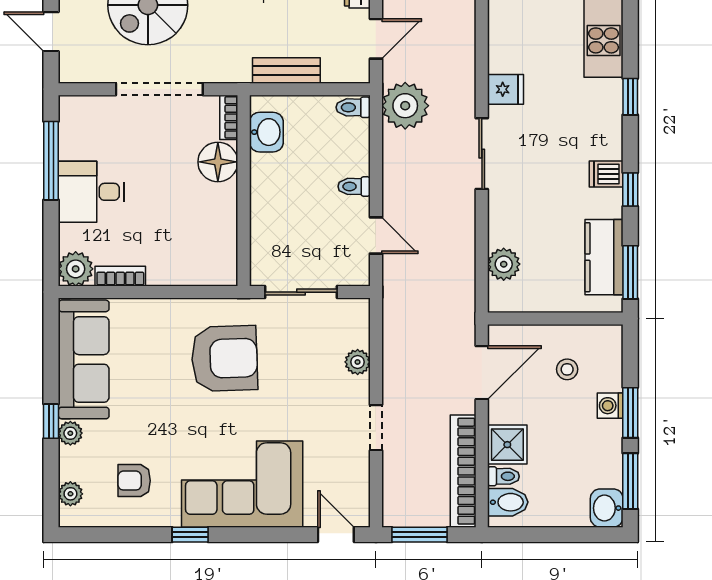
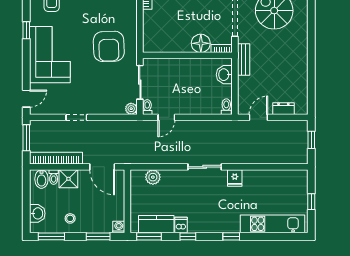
door: (376, 39) -> (258, 117), swing flipped
bench: (286, 70) -> (244, 59), moved
plant: (405, 106) -> (227, 131), removed
washbasin: (266, 132) -> (224, 75), moved, turned 90
dishwasher: (606, 174) -> (181, 225), moved
toilet: (354, 186) -> (147, 107), moved
plant: (358, 362) -> (131, 109), moved
stool: (567, 369) -> (70, 218), moved
washing machine: (610, 406) -> (119, 227), moved
window: (630, 413) -> (98, 236), moved
washbasin: (607, 508) -> (37, 213), moved, turned 90

